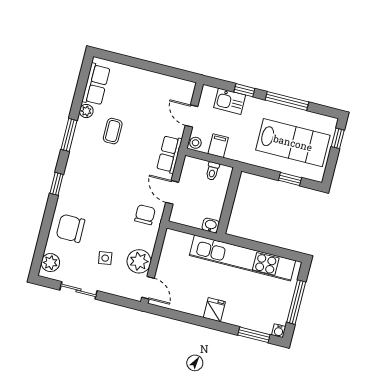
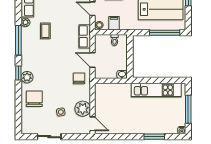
window: (69, 135) -> (18, 40), width x1.44
window: (290, 179) -> (165, 33), width x2.17
chair: (70, 228) -> (34, 99), turned 90
kitchen unit: (242, 258) -> (156, 90), width x0.73
plant: (50, 263) -> (27, 77), moved
fridge: (214, 310) -> (138, 127), removed
window: (254, 335) -> (154, 137), moved

